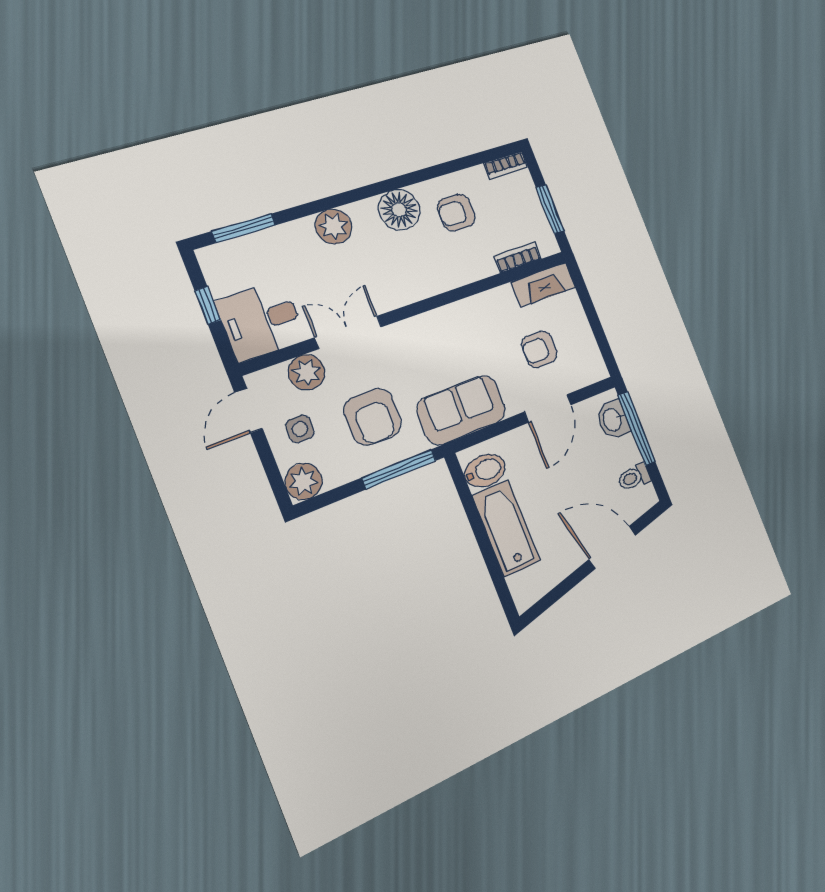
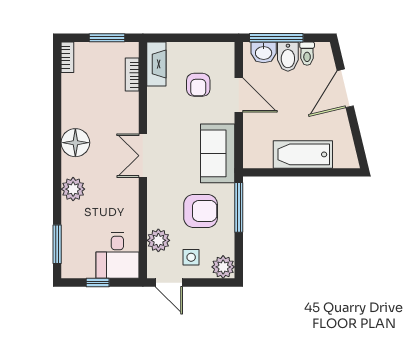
armchair: (456, 213) -> (89, 105), removed
double door: (348, 332) -> (143, 156), moved
bidet: (485, 471) -> (288, 57), moved, turned 180

